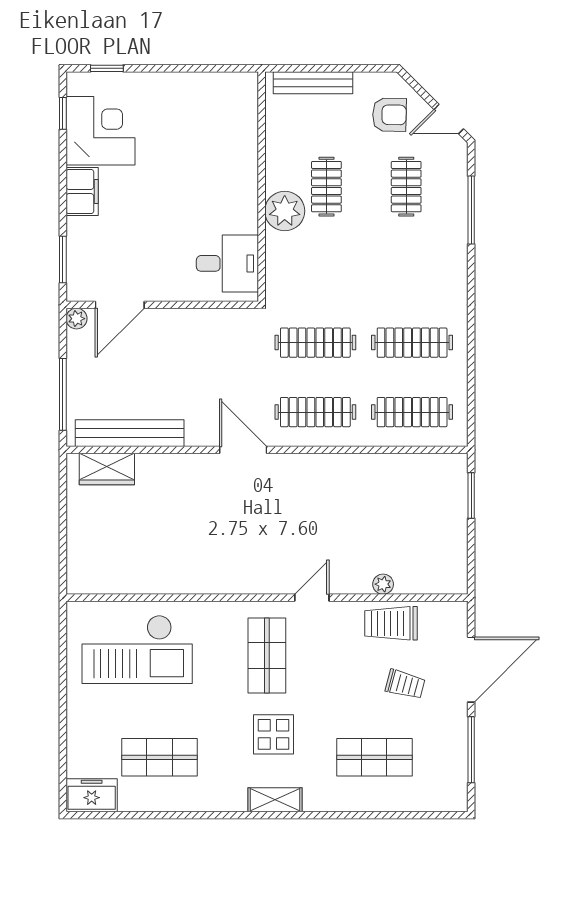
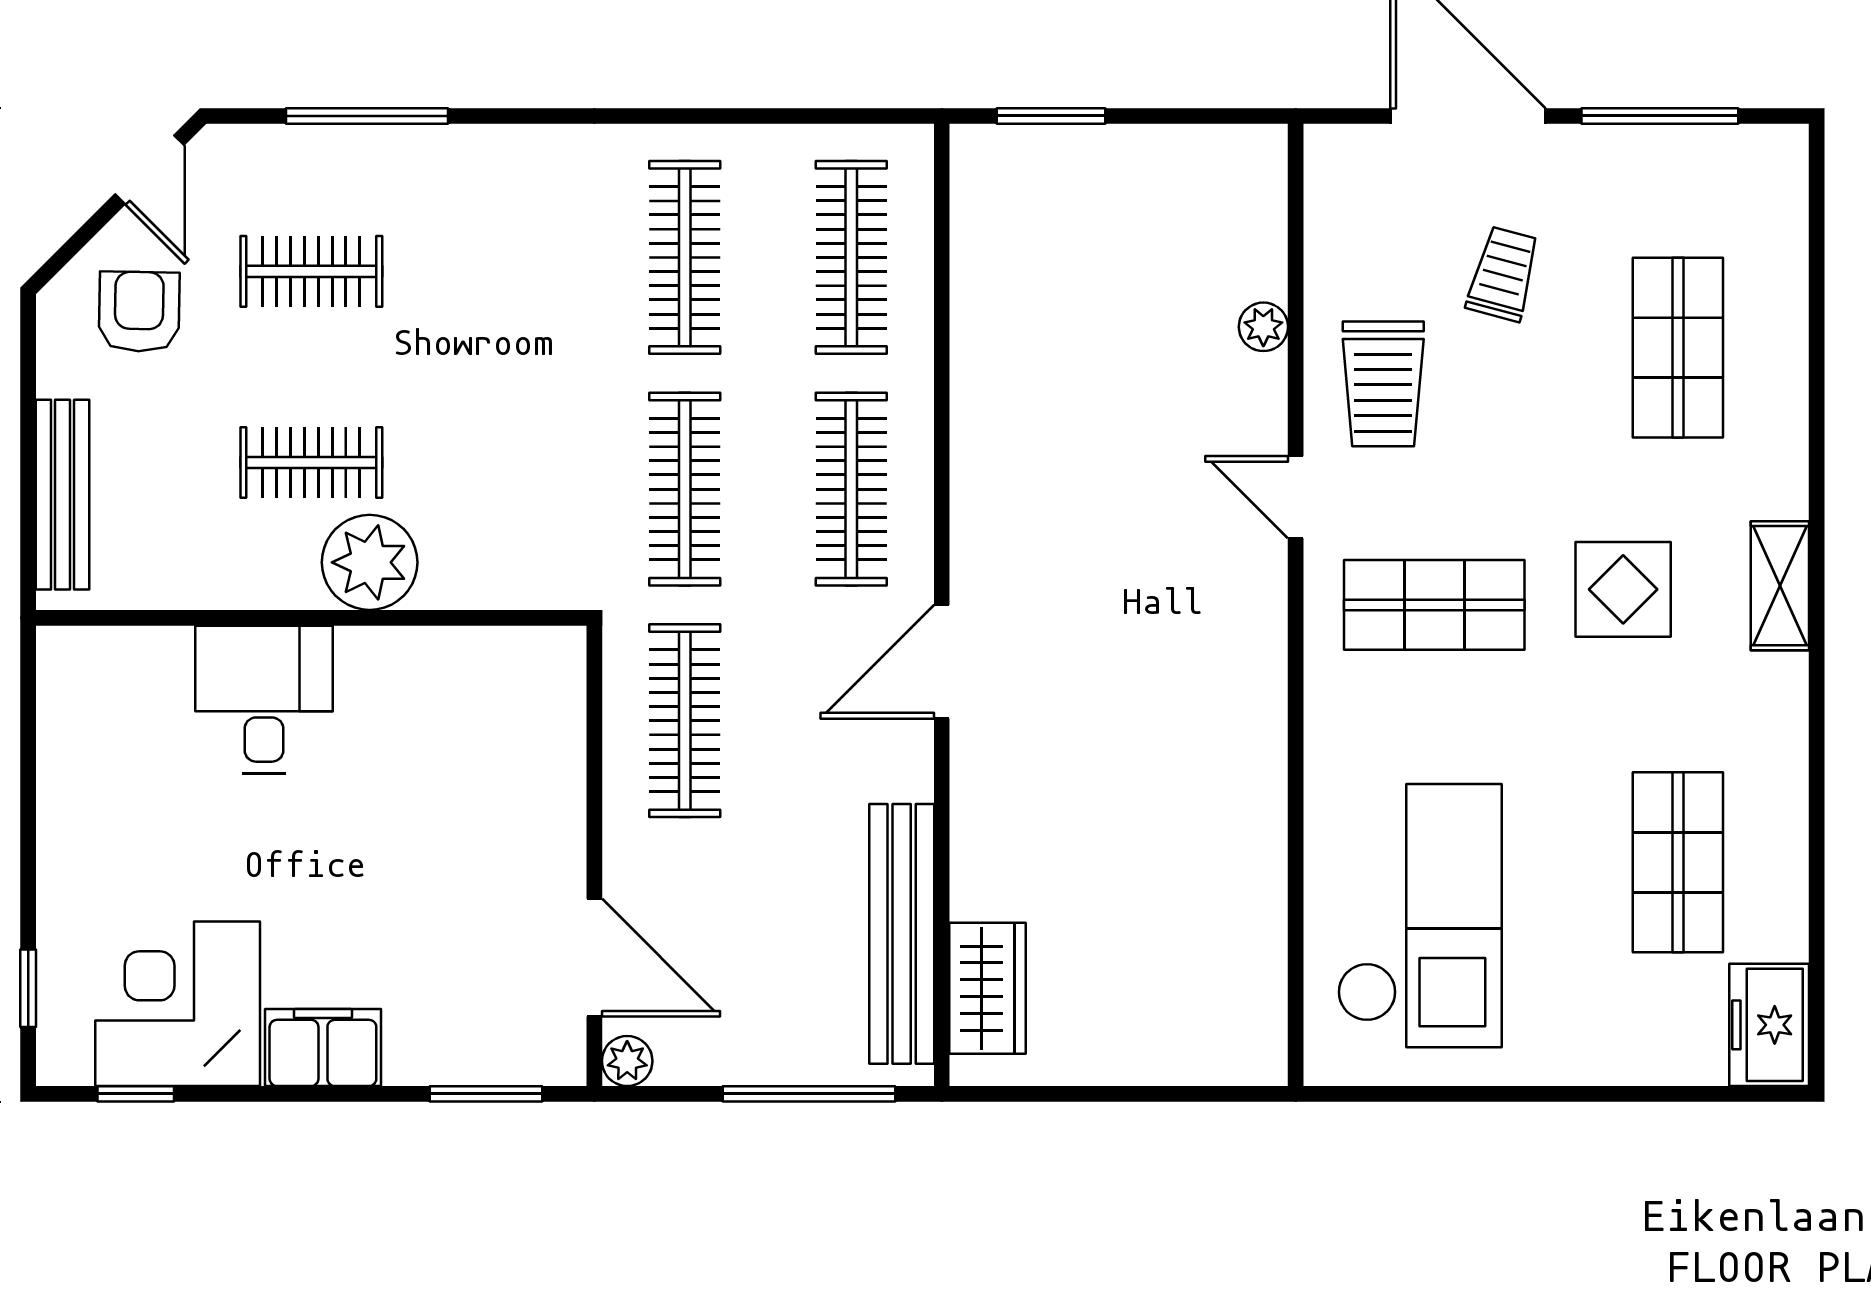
desk: (227, 263) -> (264, 700), moved
clothes rail: (219, 343) -> (685, 721), added
trolley: (391, 623) -> (1383, 384), moved

